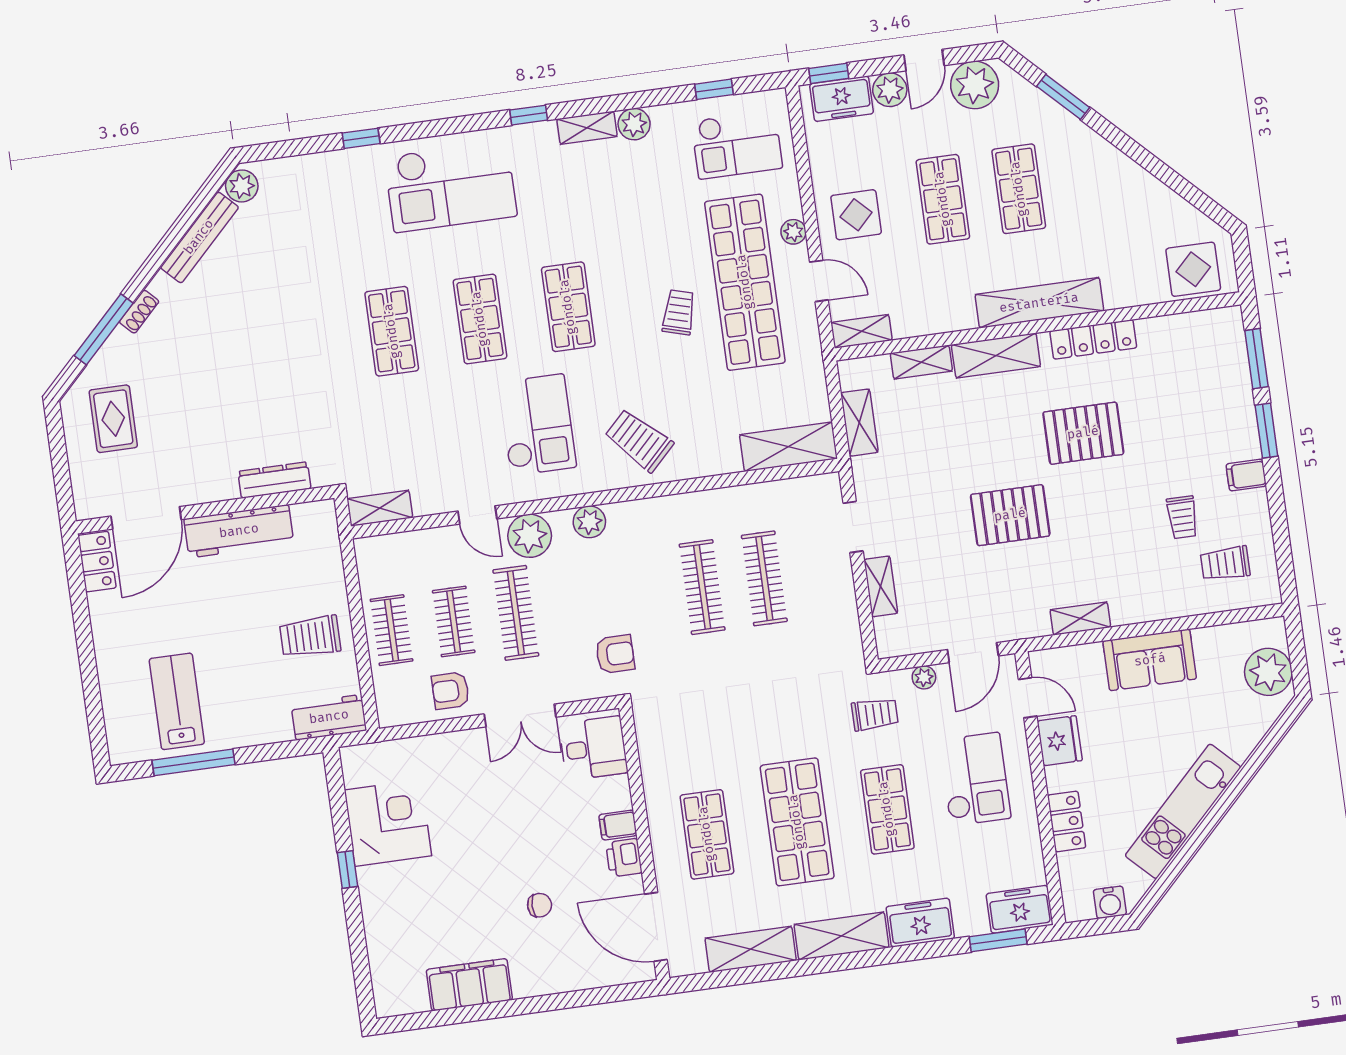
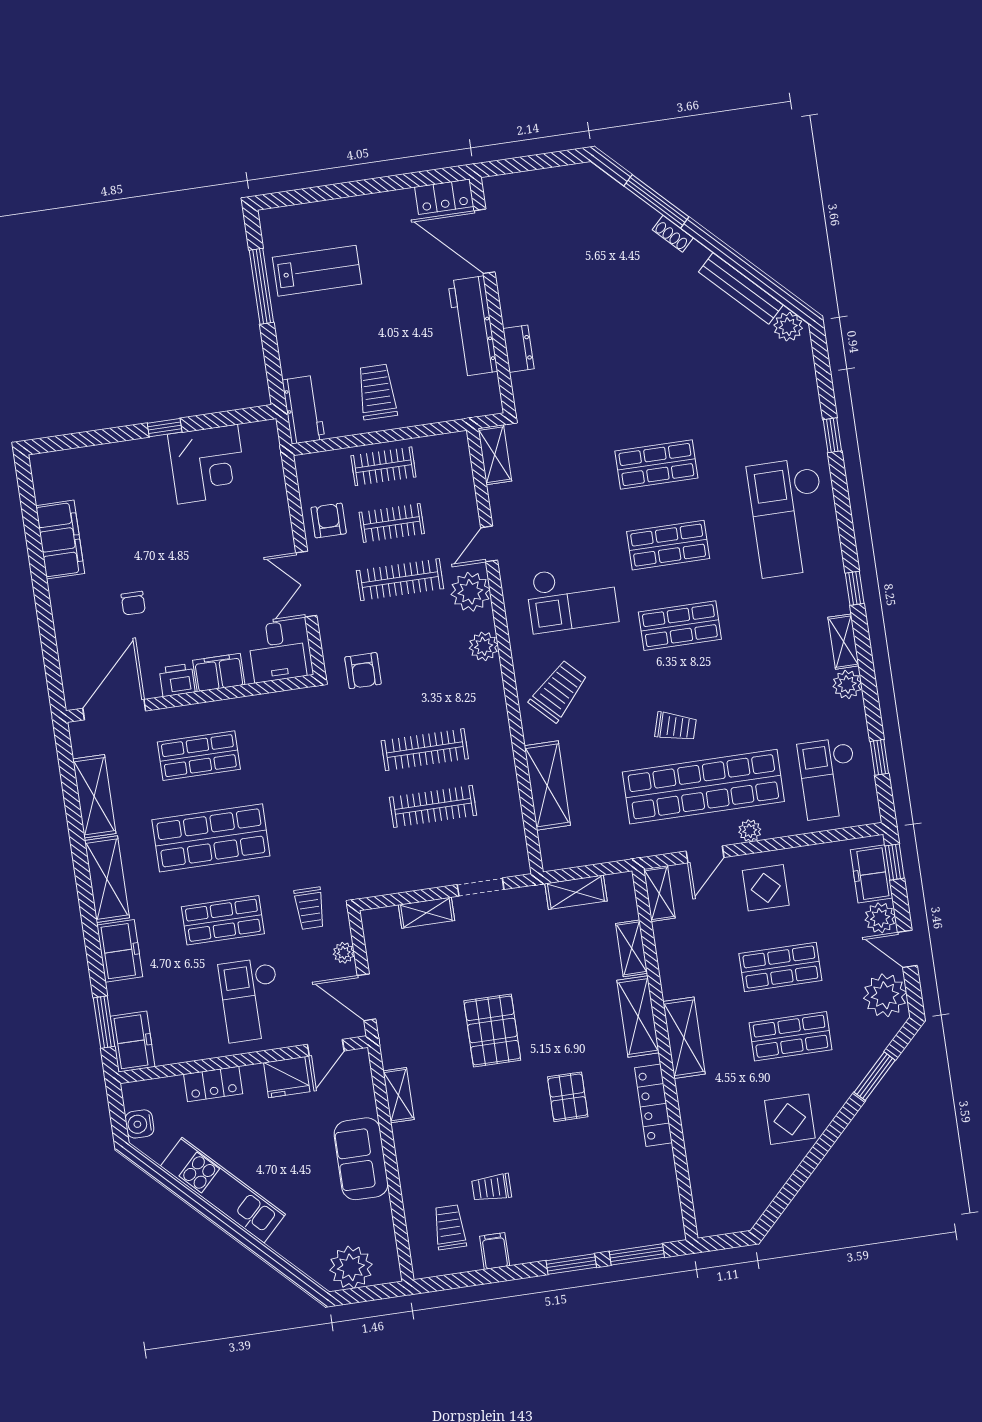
display table: (1193, 269) -> (790, 1119), moved
shelving: (1039, 303) -> (684, 1038), width x0.68
rug: (113, 419) -> (575, 211), removed
pallet: (1083, 433) -> (568, 1097), width x0.67, depth x0.71
shelving: (788, 447) -> (547, 785), moved
filing cabinet: (1246, 475) -> (495, 1251), moved
dresser: (274, 480) -> (518, 349), width x0.70
checkout: (975, 779) -> (251, 1000), turned 90
filing cabinet: (618, 825) -> (219, 673), width x2.00

